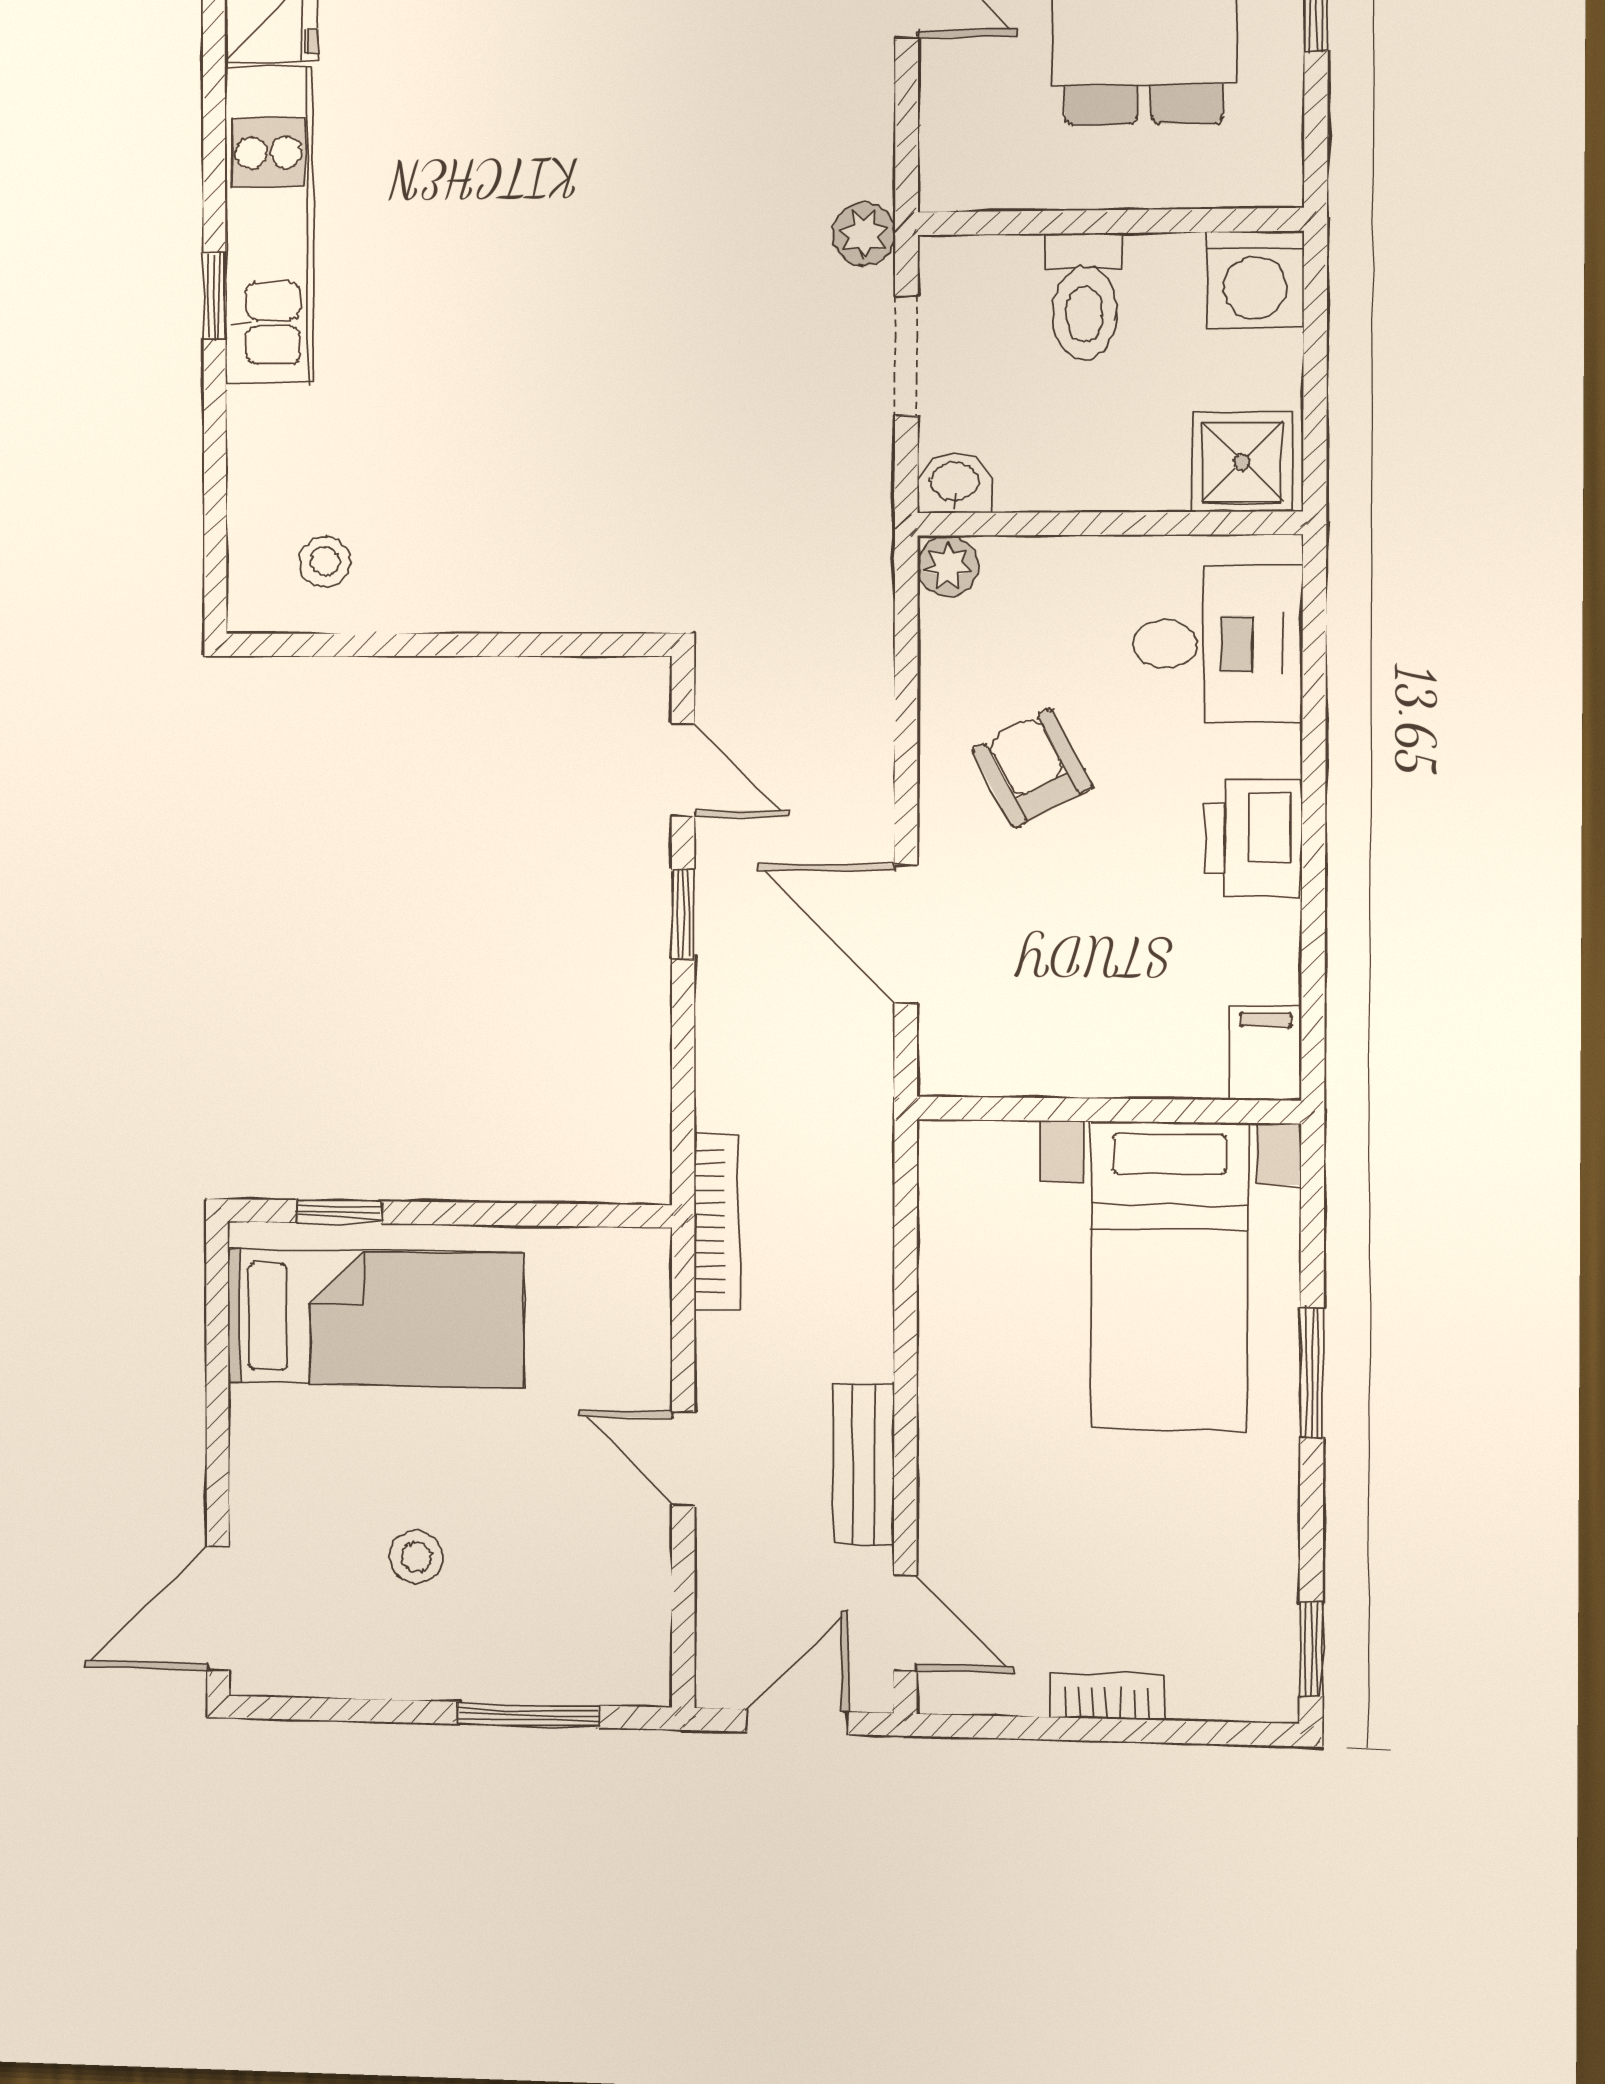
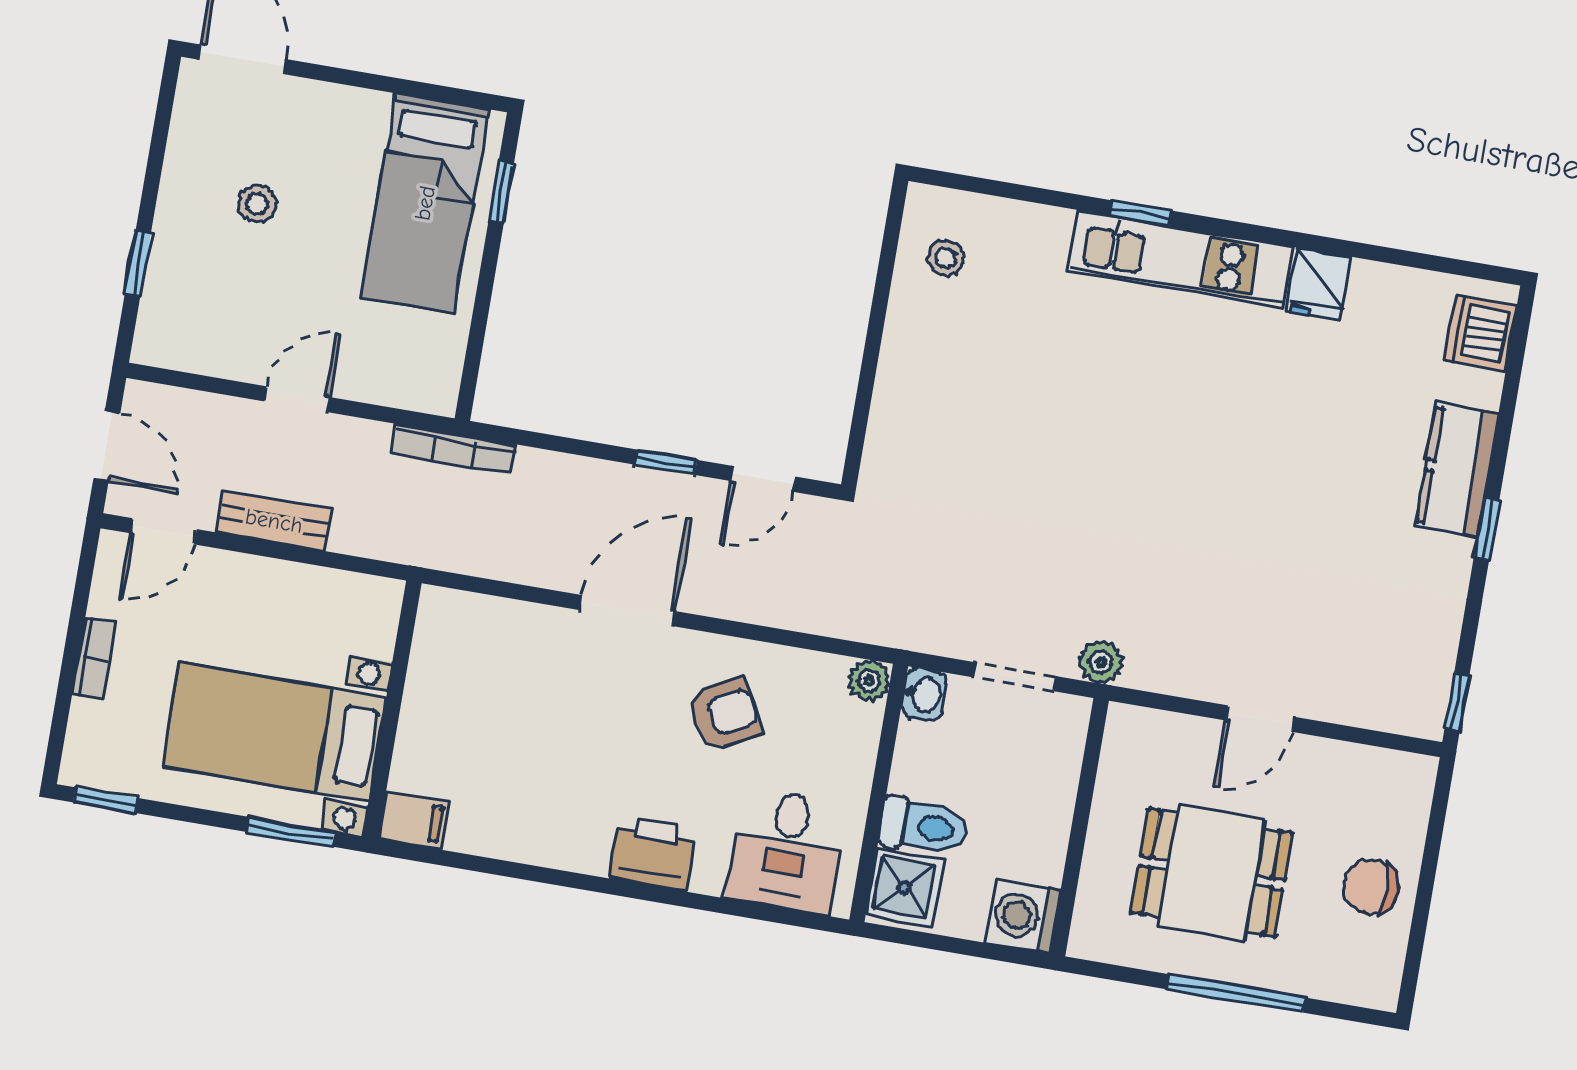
toilet: (1084, 296) -> (924, 826), moved, turned 180
filing cabinet: (1266, 1053) -> (413, 821), moved
wall: (1108, 1110) -> (392, 710), moved
bed with nightstands: (1169, 1276) -> (275, 732), moved
window: (529, 1715) -> (138, 263), width x0.67

